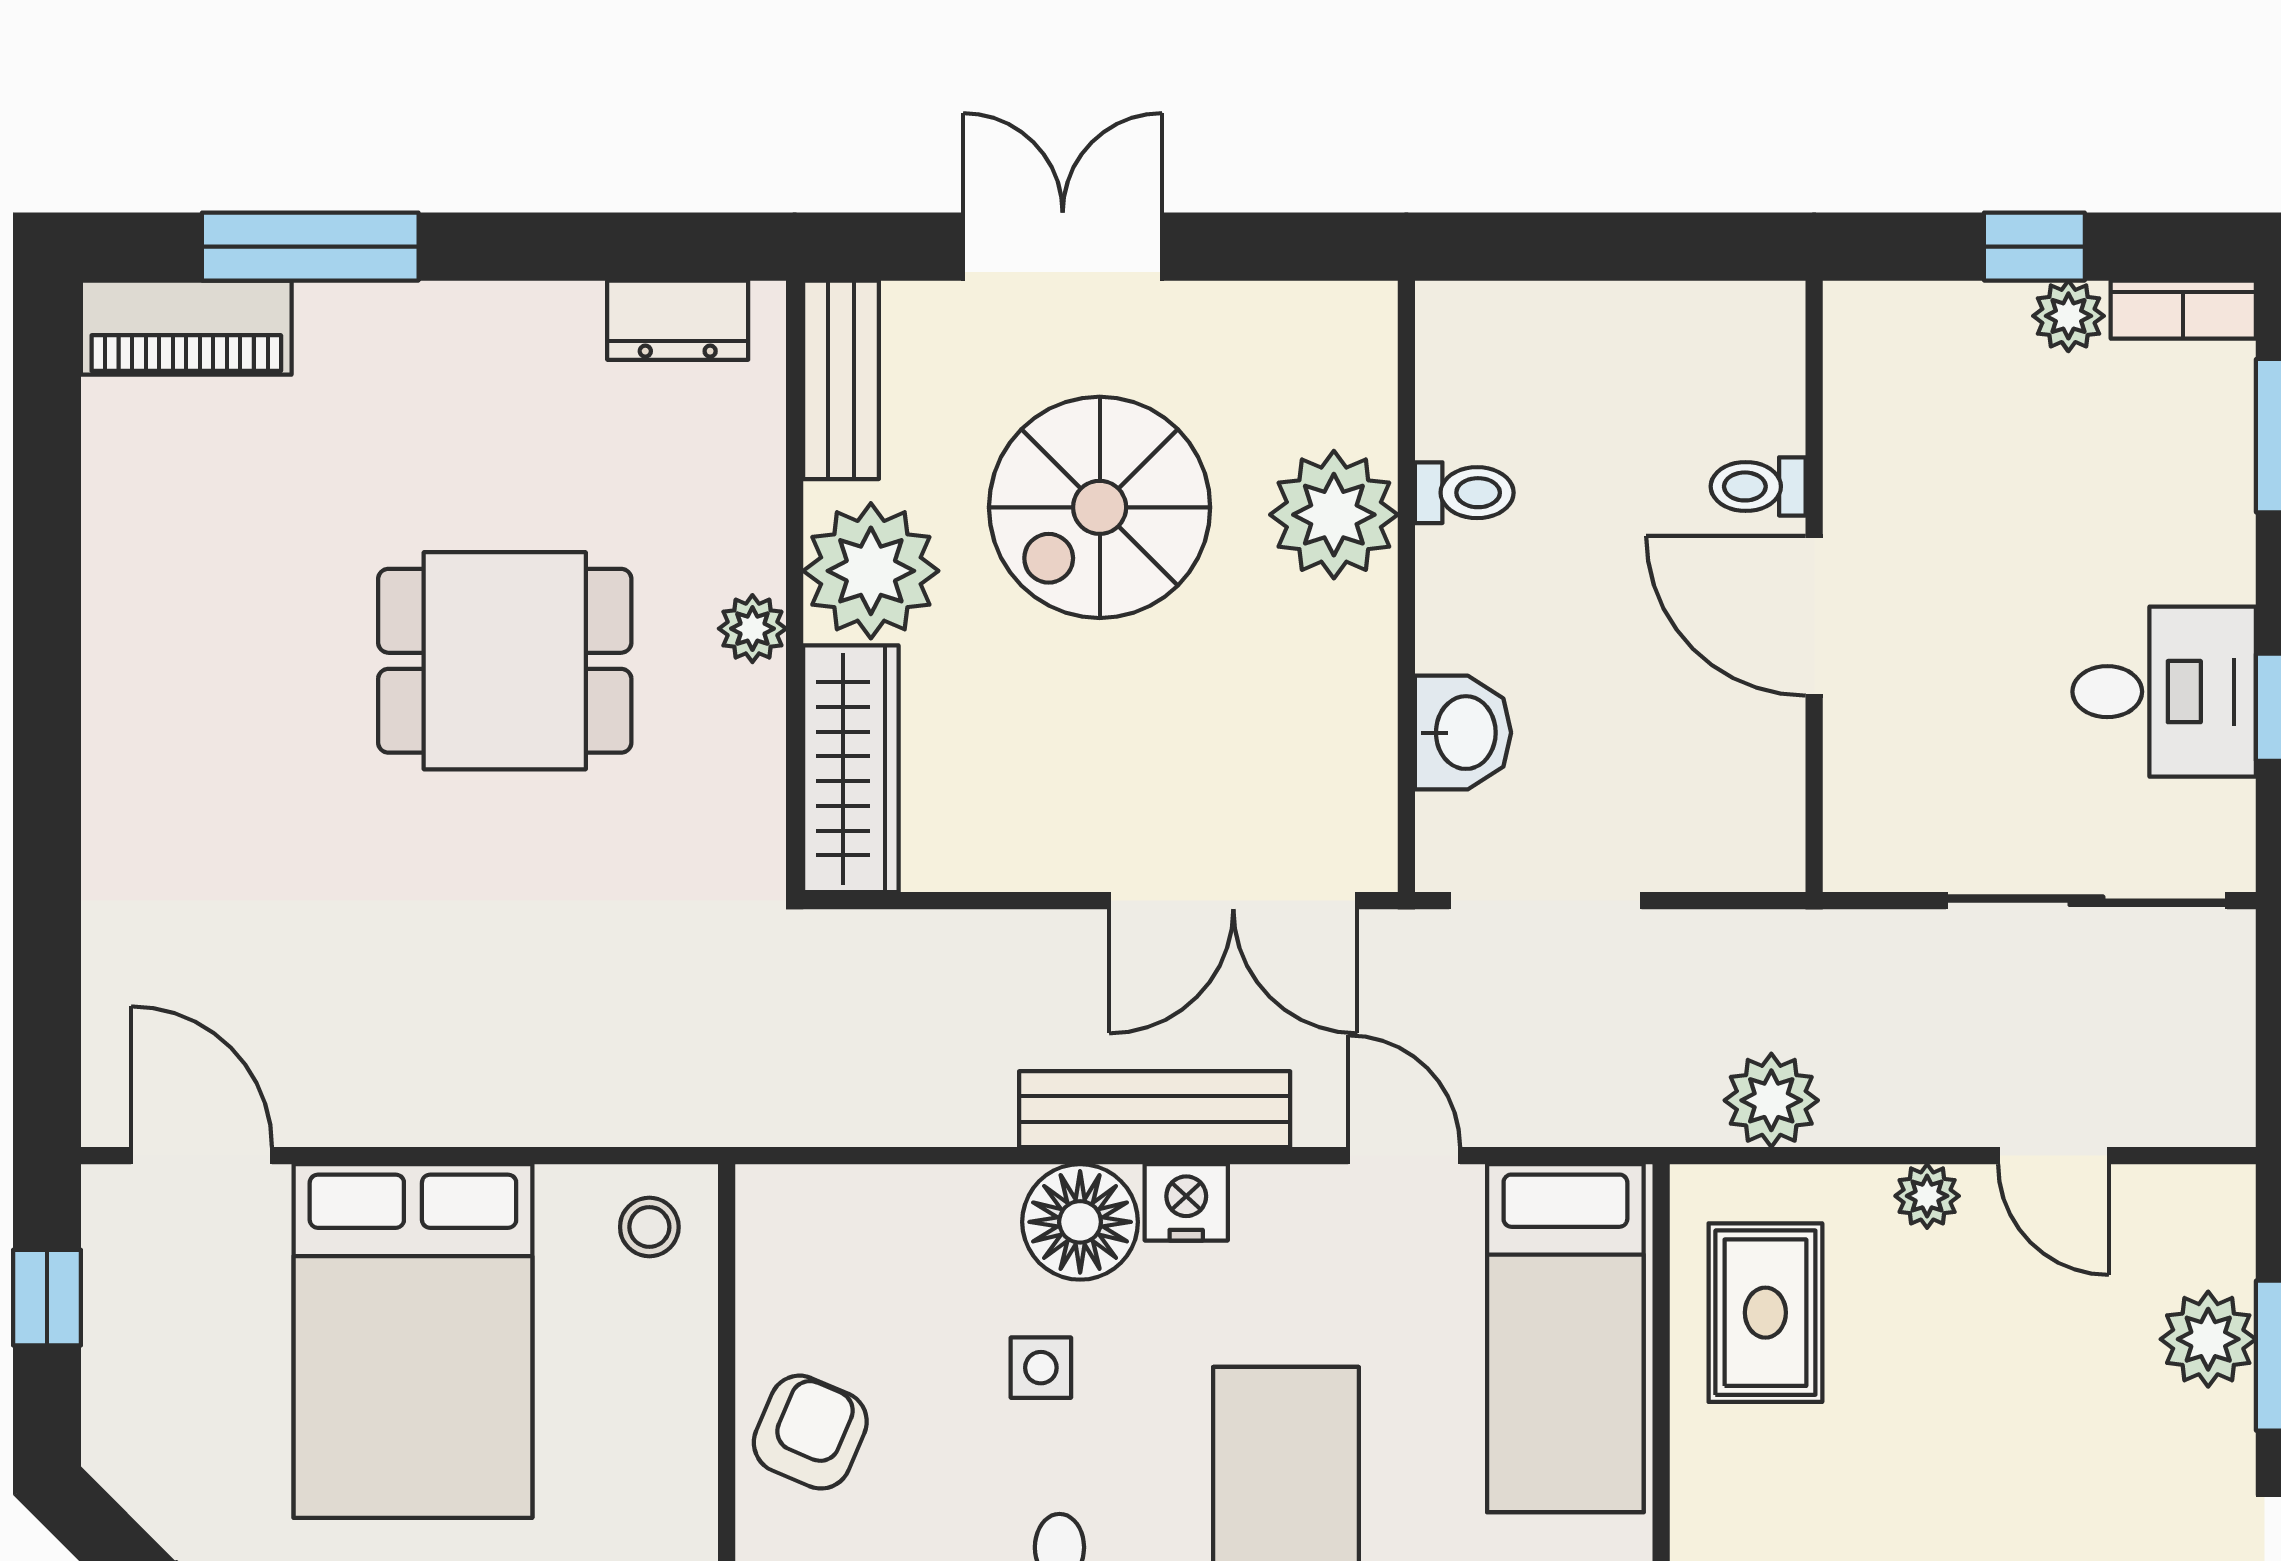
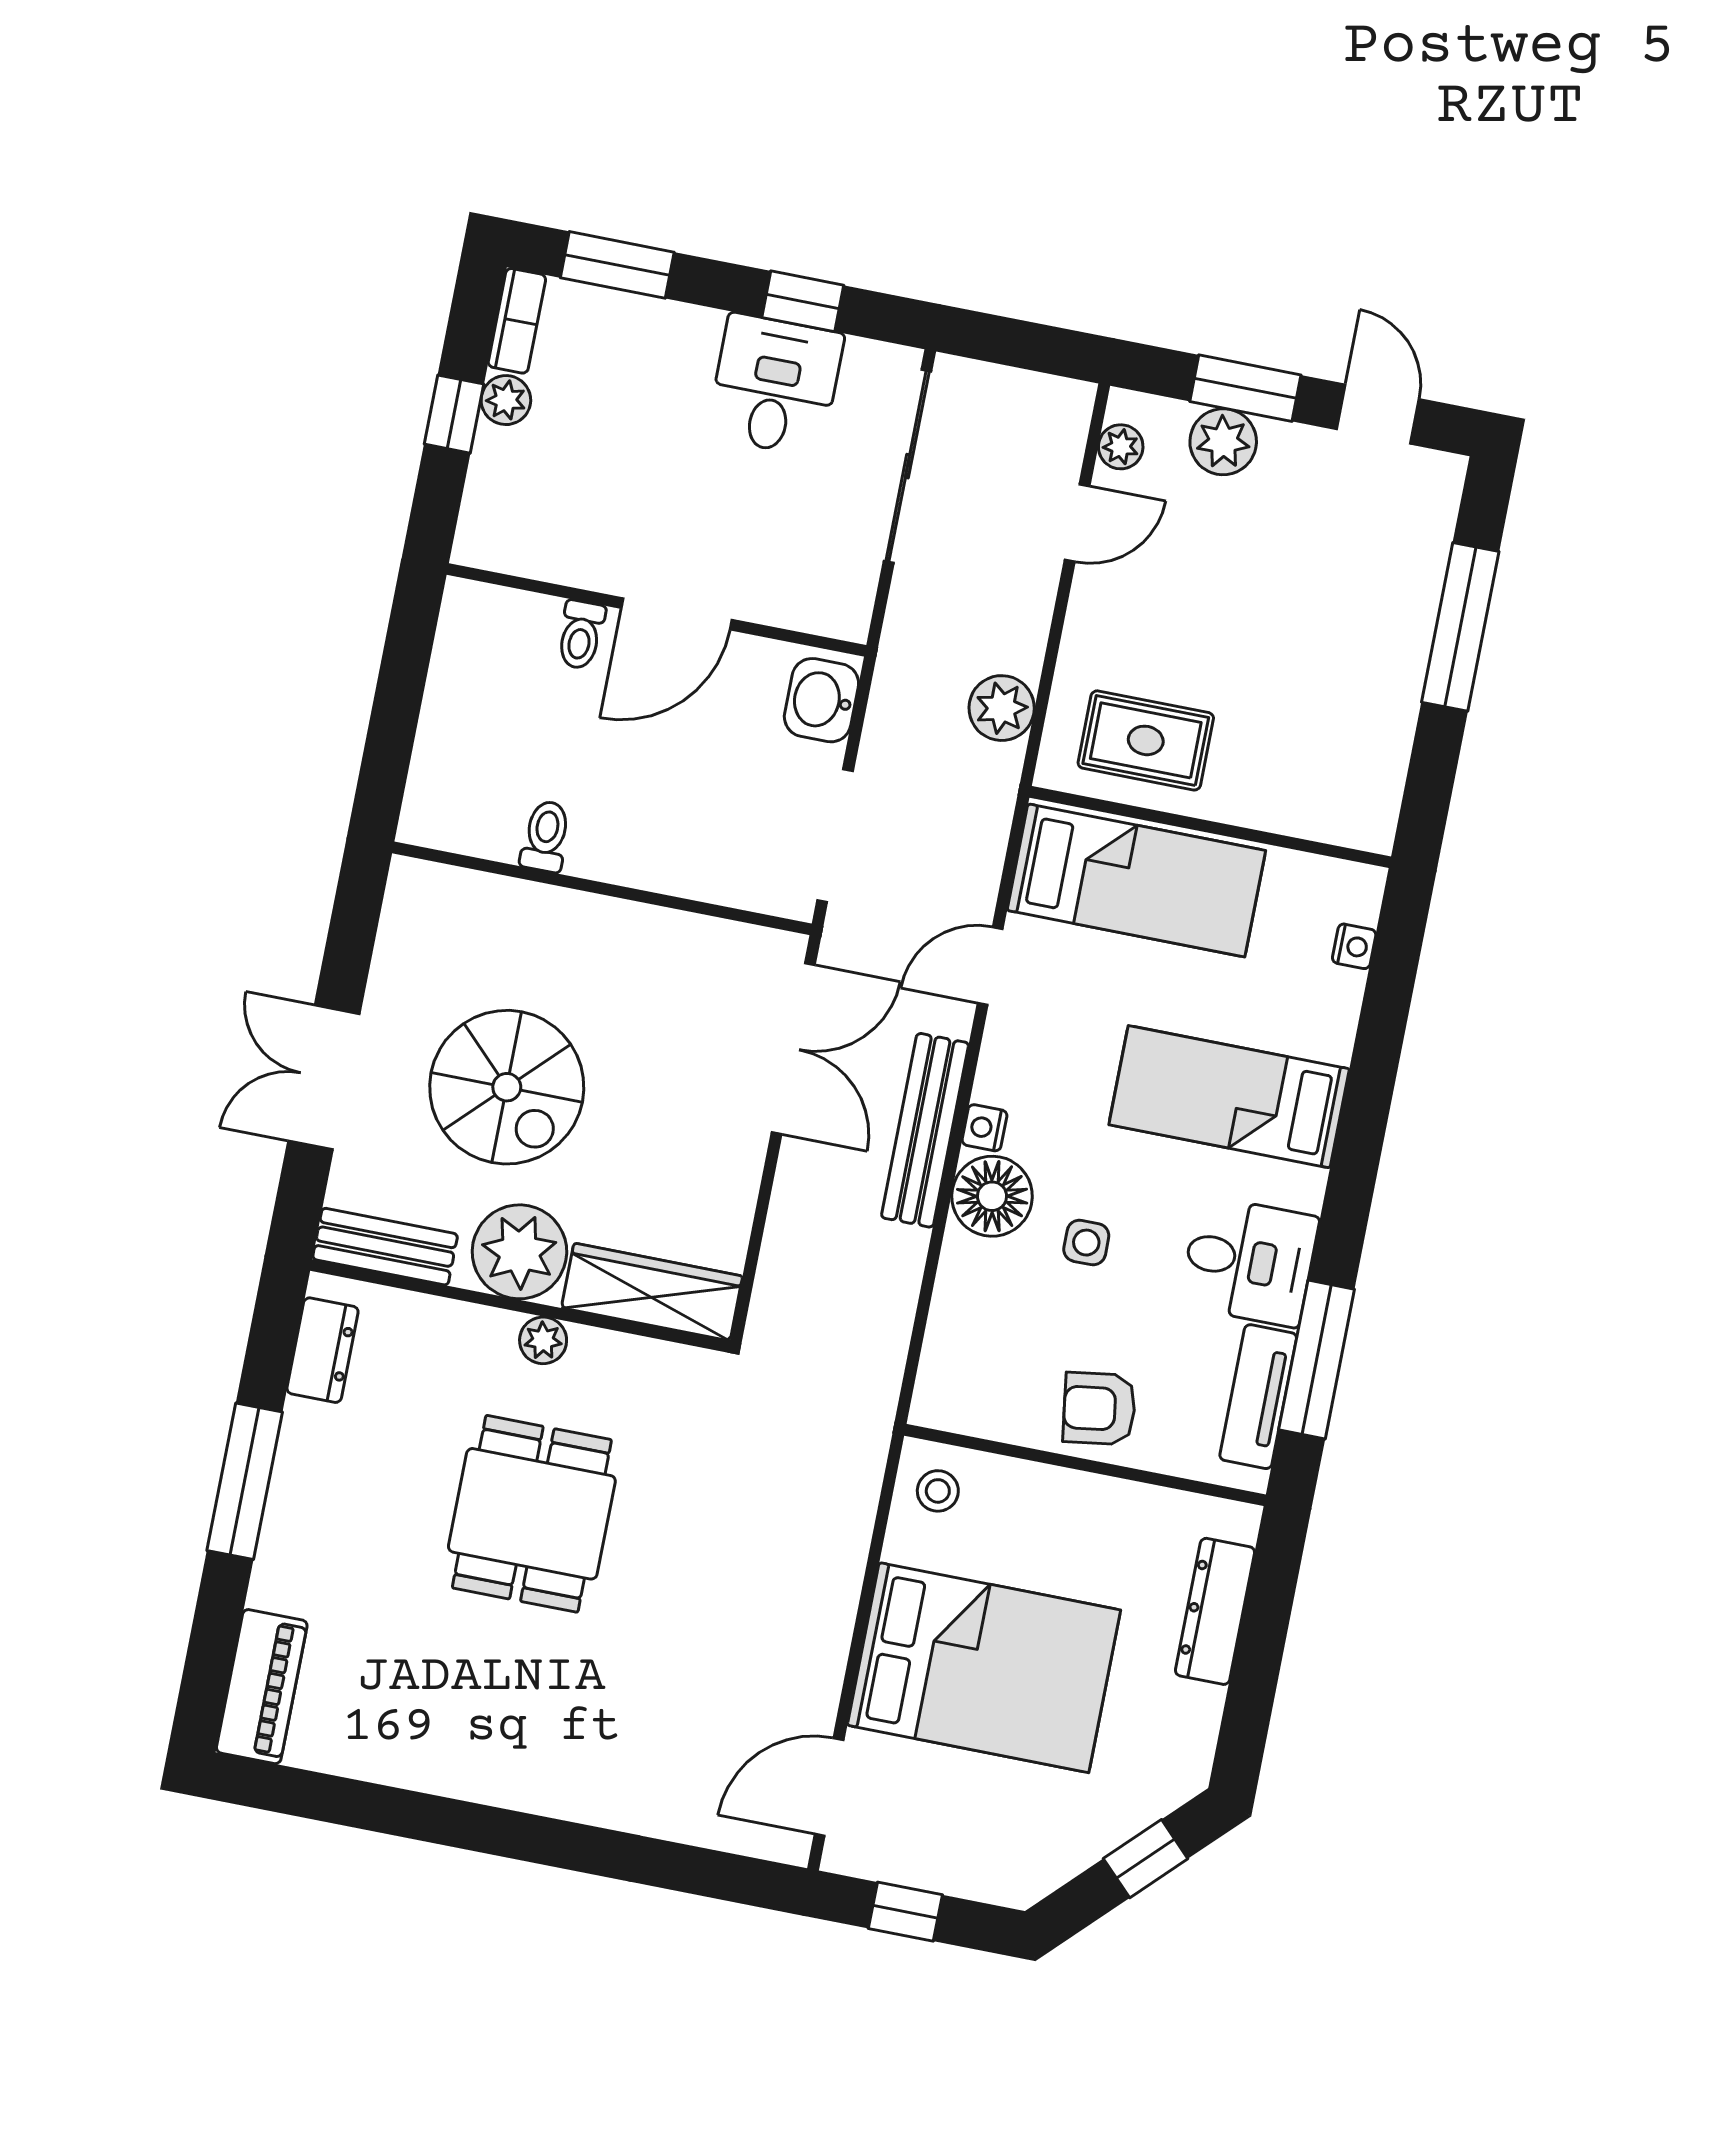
window: (310, 247) -> (245, 1481), moved
plant: (1334, 515) -> (543, 928), removed
washbasin: (1463, 733) -> (821, 700), moved, turned -90
plant: (1927, 1196) -> (1121, 447), moved
nightstand: (1186, 1202) -> (985, 1128), width x0.72, depth x0.74
armchair: (810, 1432) -> (1099, 1409), turned -31

